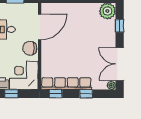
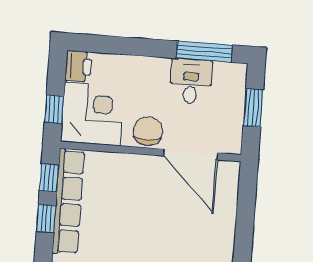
window: (11, 94) -> (54, 109), moved
window: (86, 94) -> (46, 218), moved

